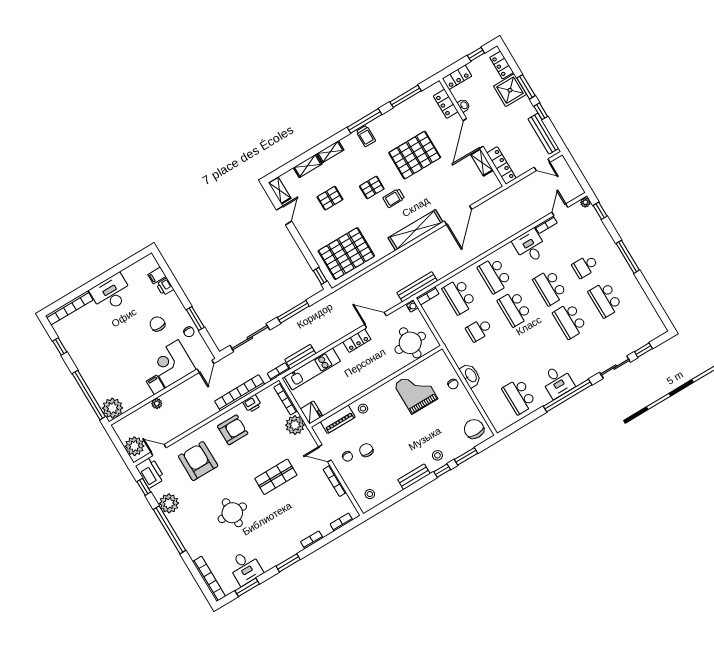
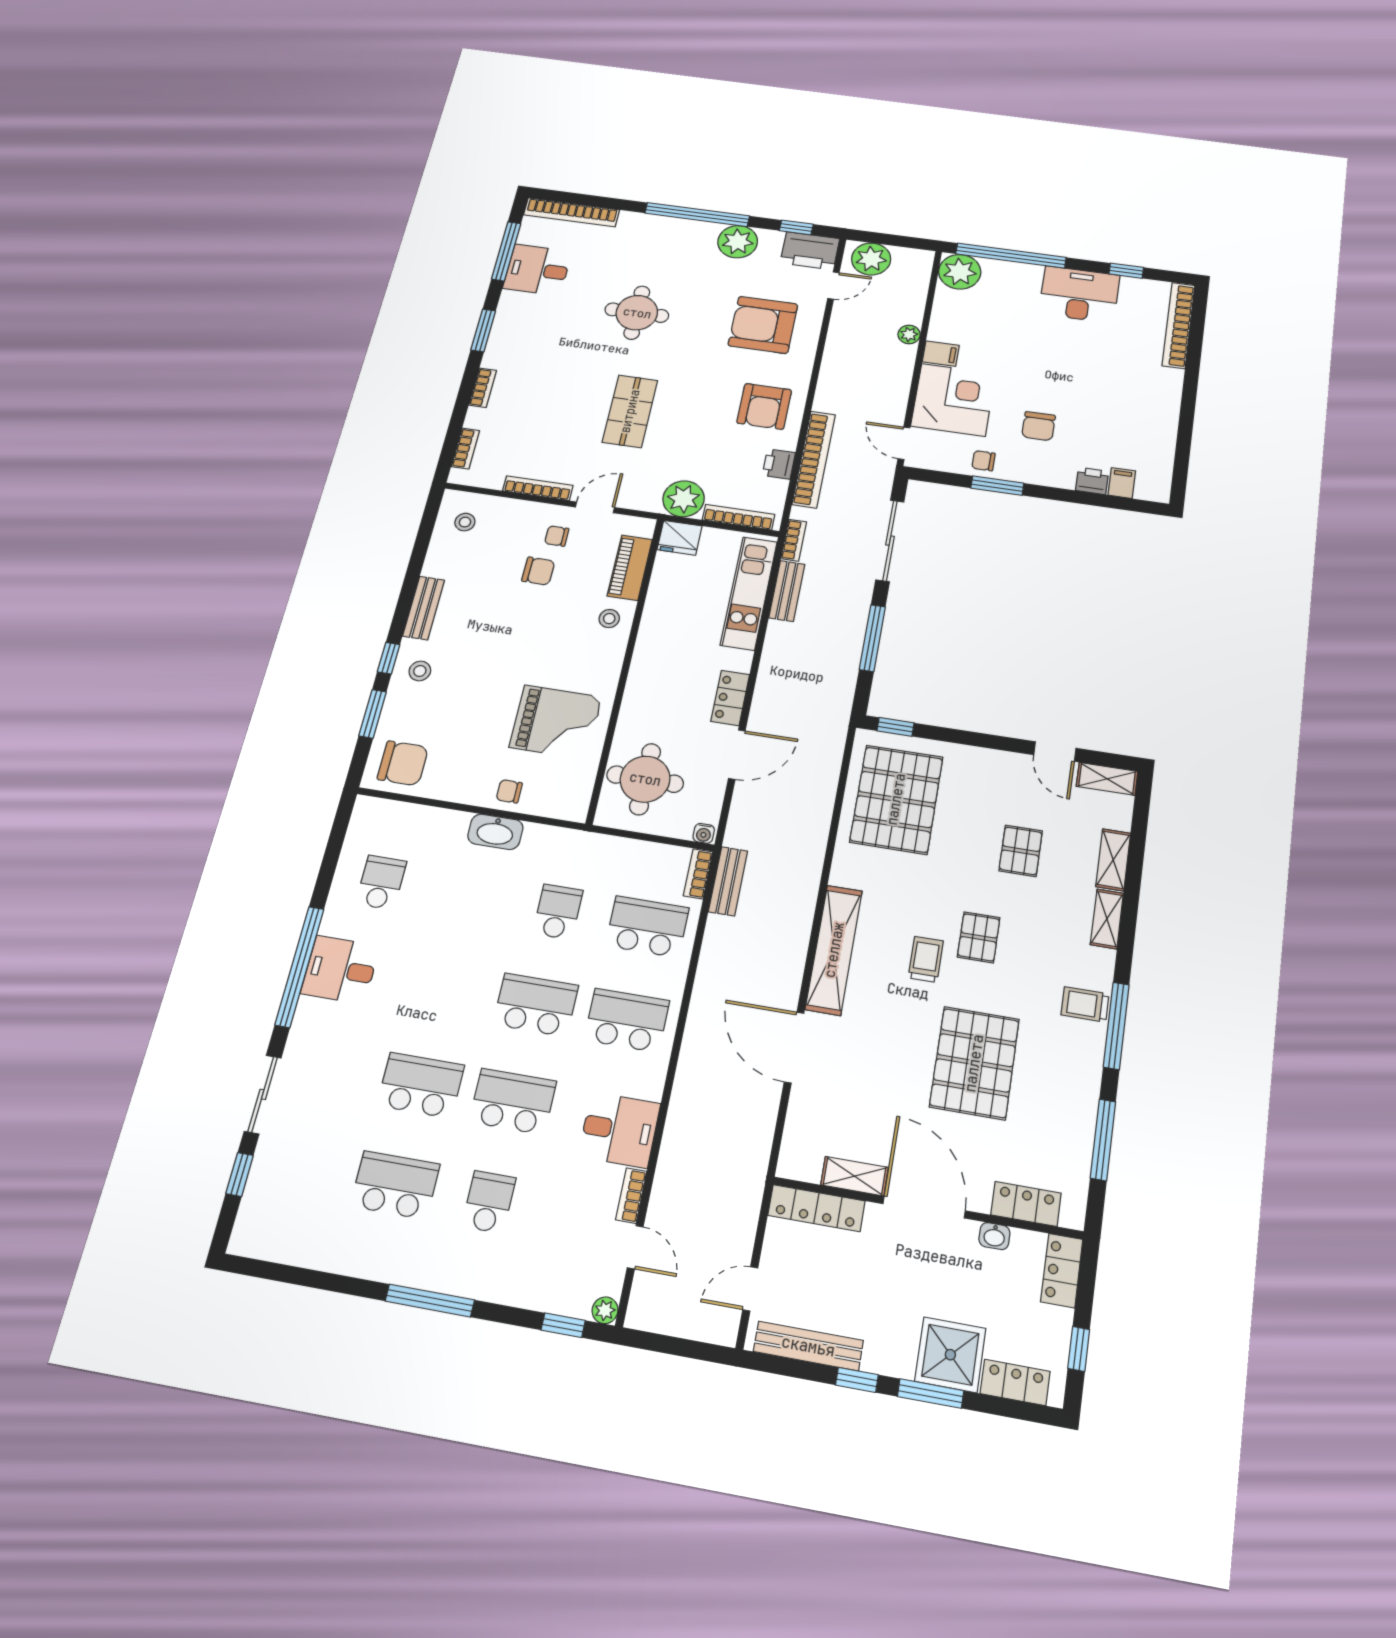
bench: (417, 287) -> (728, 881), width x0.73
desk: (111, 293) -> (1079, 294), moved, turned -90
chair: (157, 324) -> (1039, 426), turned 90
school desk: (519, 396) -> (381, 883), width x0.54
armchair: (198, 461) -> (763, 325), turned 180
window: (247, 587) -> (506, 251), width x1.44

